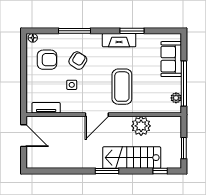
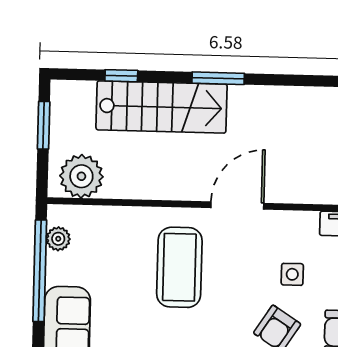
plant: (141, 126) -> (81, 176), moved
window: (160, 171) -> (121, 76), moved

